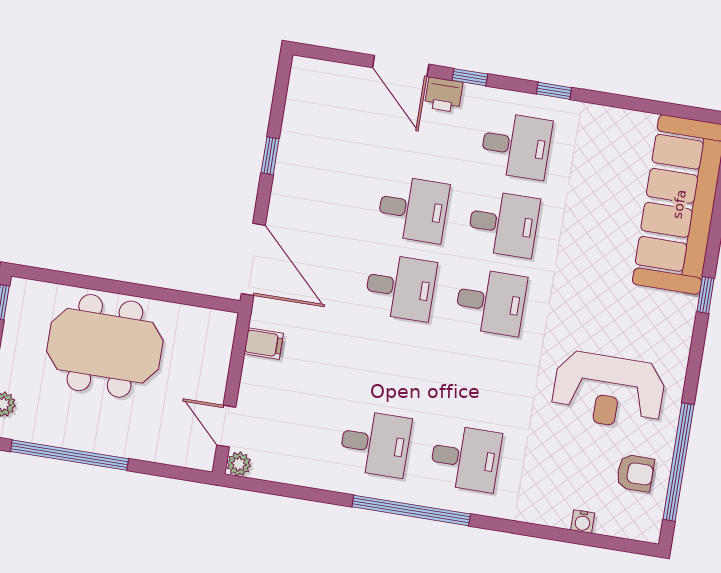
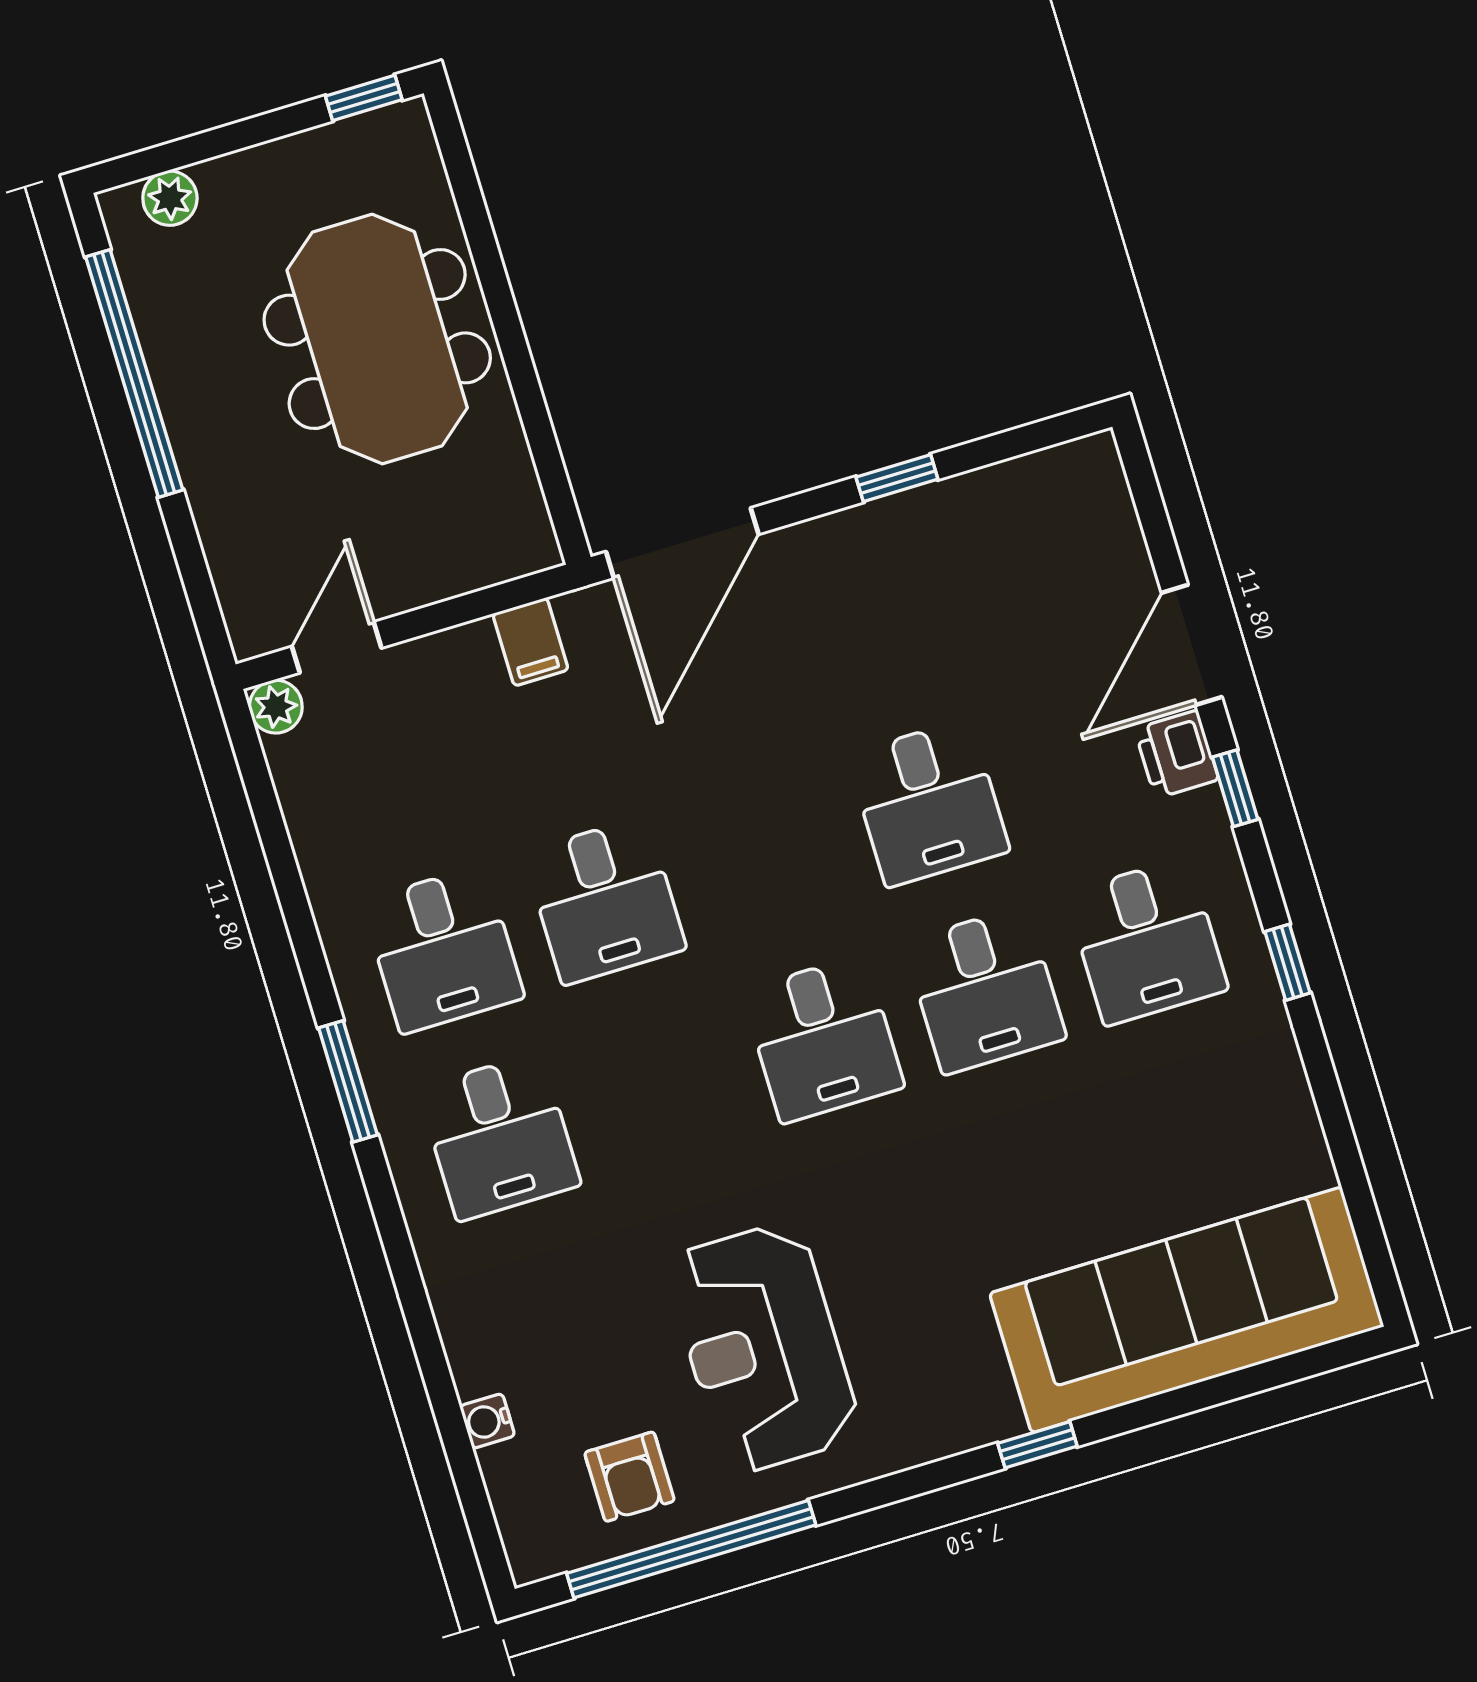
desk: (400, 287) -> (605, 901), moved
window: (411, 510) -> (348, 1081), width x0.47

